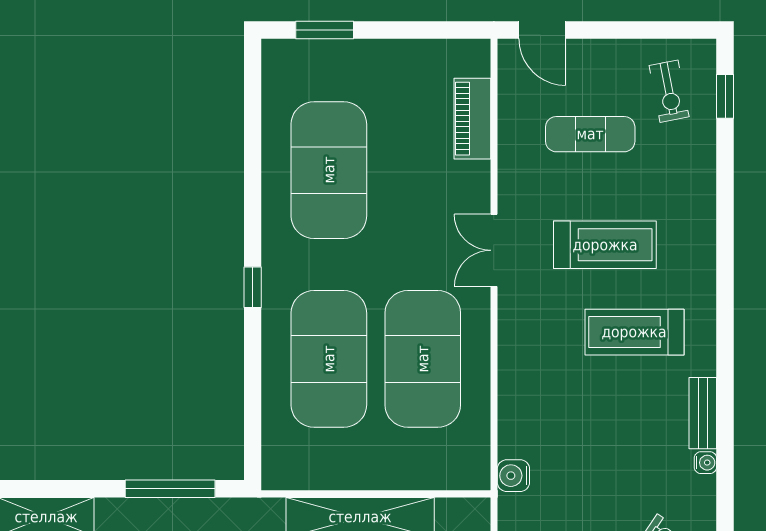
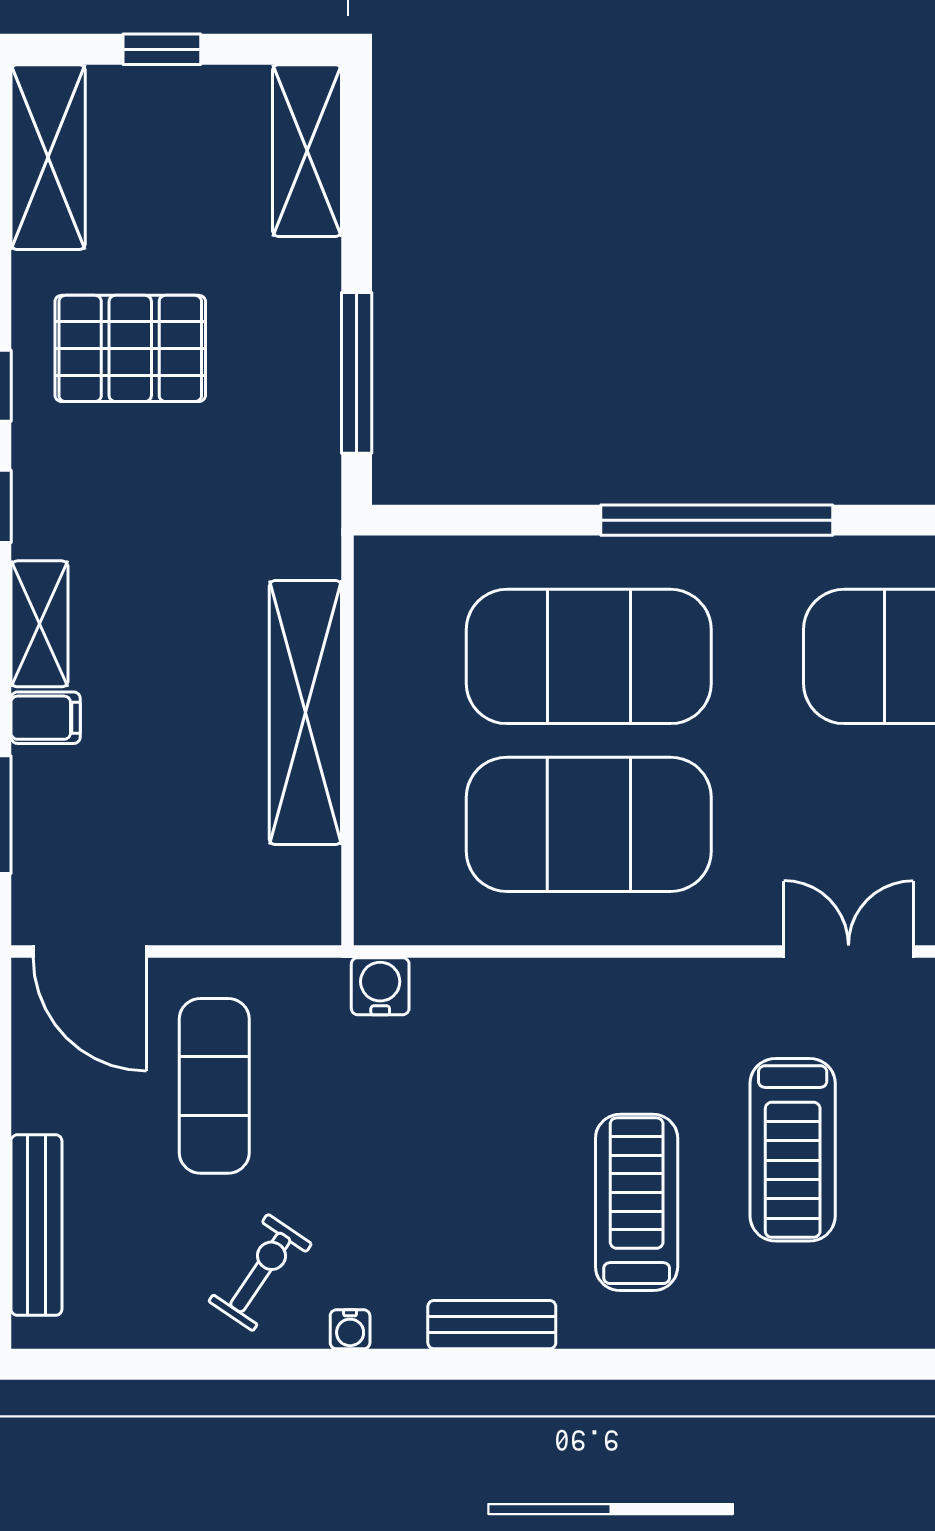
double door: (494, 250) -> (849, 951), moved
window: (253, 287) -> (717, 520), width x3.17
water cooler: (705, 463) -> (350, 1329), moved

